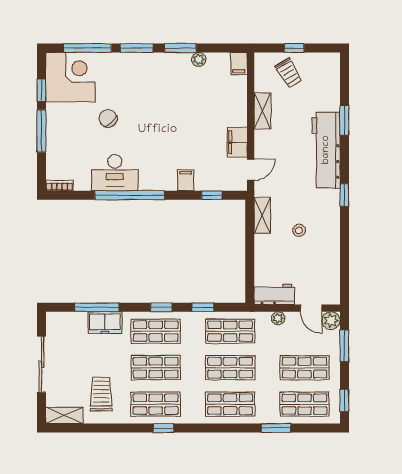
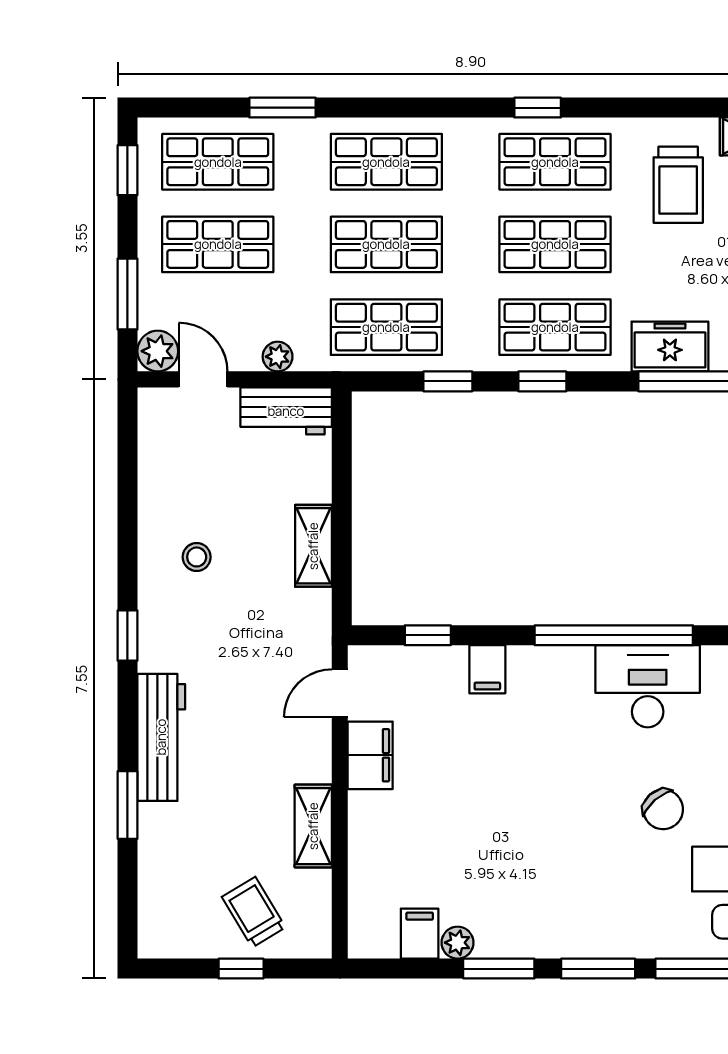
filing cabinet: (239, 64) -> (420, 934), moved
workbench: (326, 150) -> (161, 737), width x0.73, depth x0.76
shelving: (262, 215) -> (313, 546), moved
stool: (299, 230) -> (197, 557), moved

